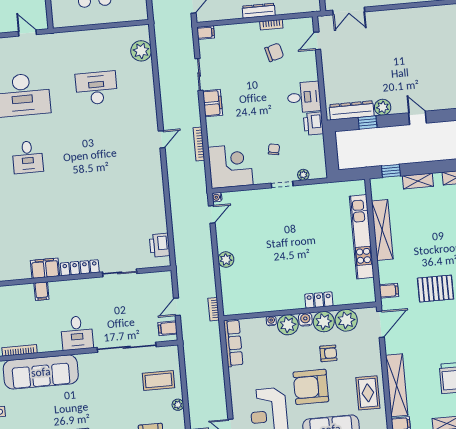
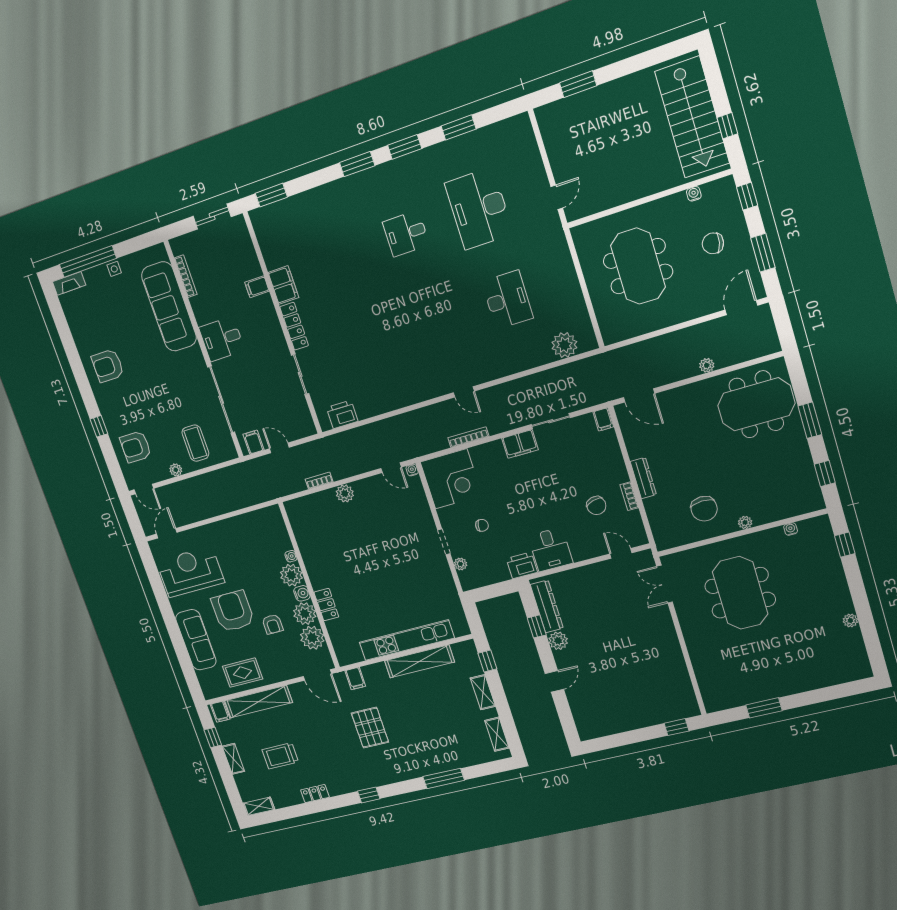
bookcase: (214, 309) -> (319, 481), moved
row of seats: (233, 343) -> (257, 519), removed

